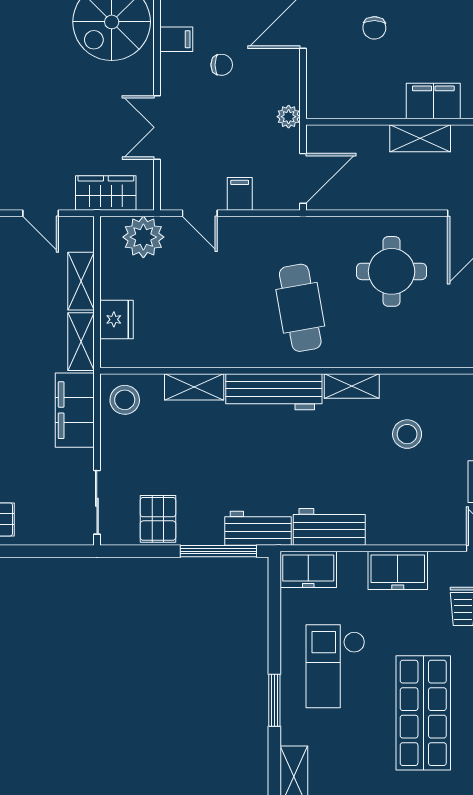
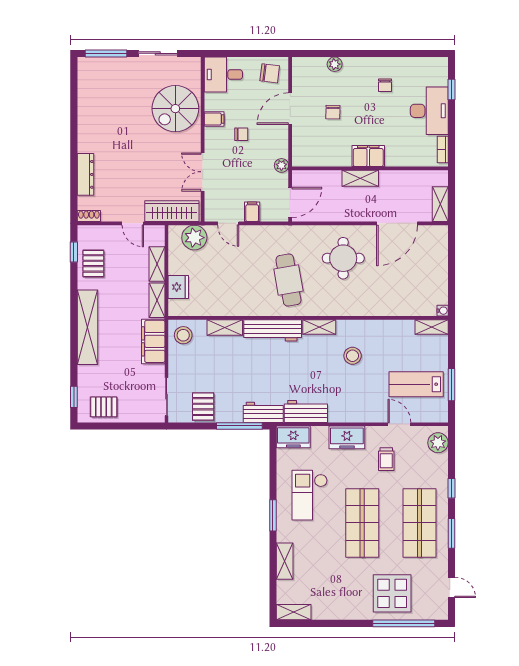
wardrobe: (106, 193) -> (172, 211), width x1.50

